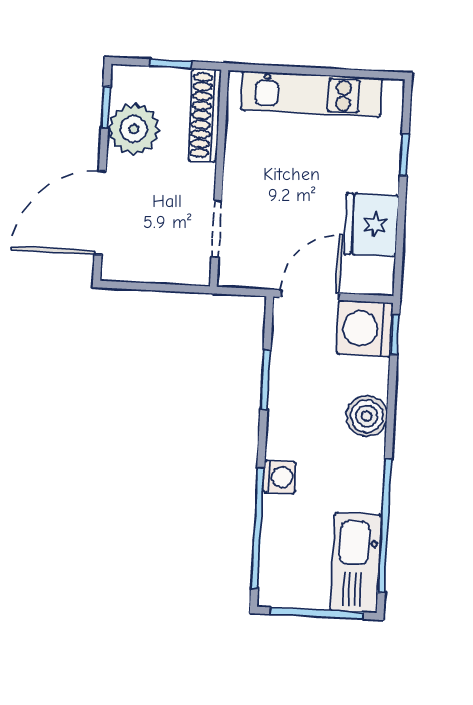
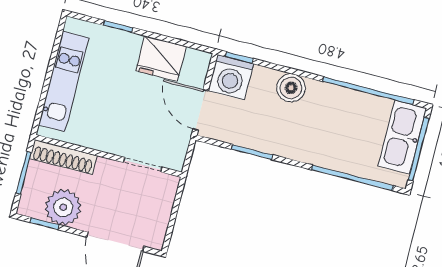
window: (171, 64) -> (24, 173), width x1.50
washing machine: (280, 477) -> (321, 156), removed
kitchen sink: (356, 563) -> (402, 137), moved, turned 90

